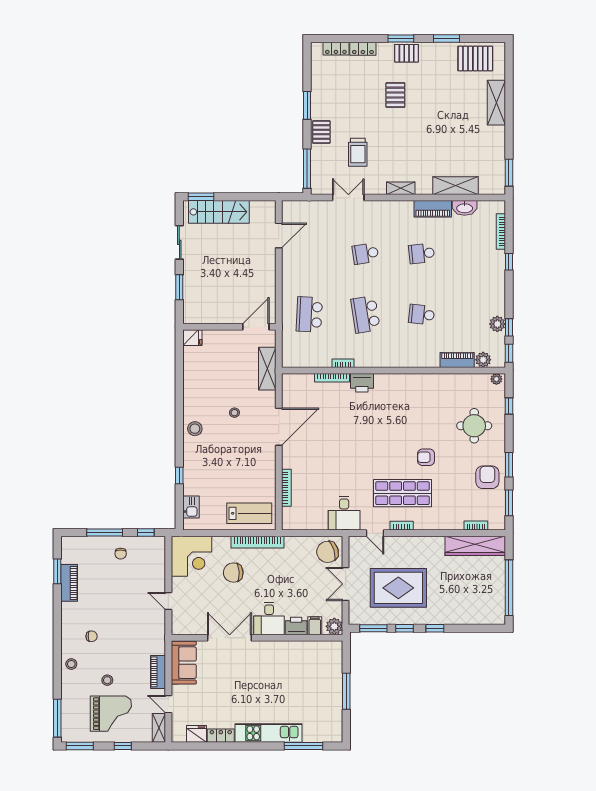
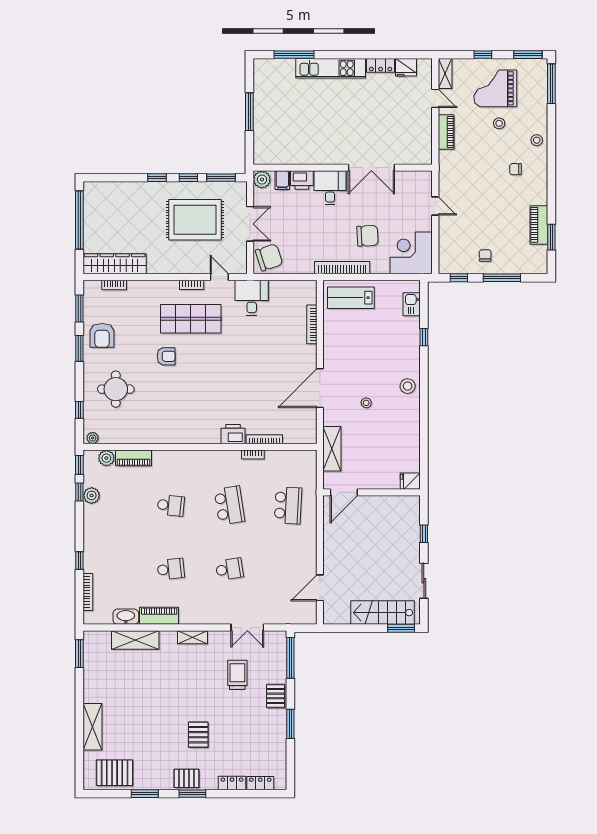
window: (179, 287) -> (424, 534), width x0.67
sofa: (184, 663) -> (419, 142), removed

